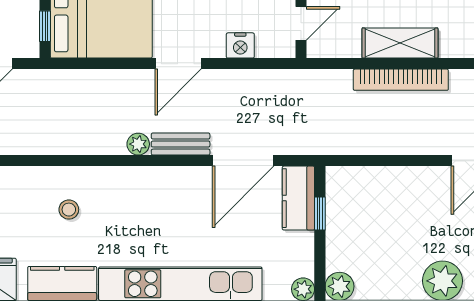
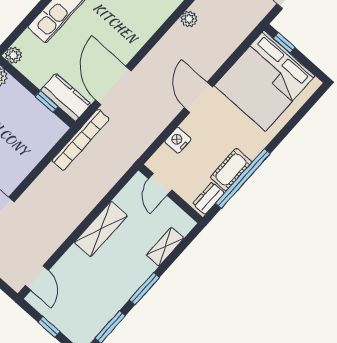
bookcase: (401, 80) -> (81, 140), moved, turned 180
plant: (138, 144) -> (189, 19), moved
bench: (181, 144) -> (153, 59), removed

